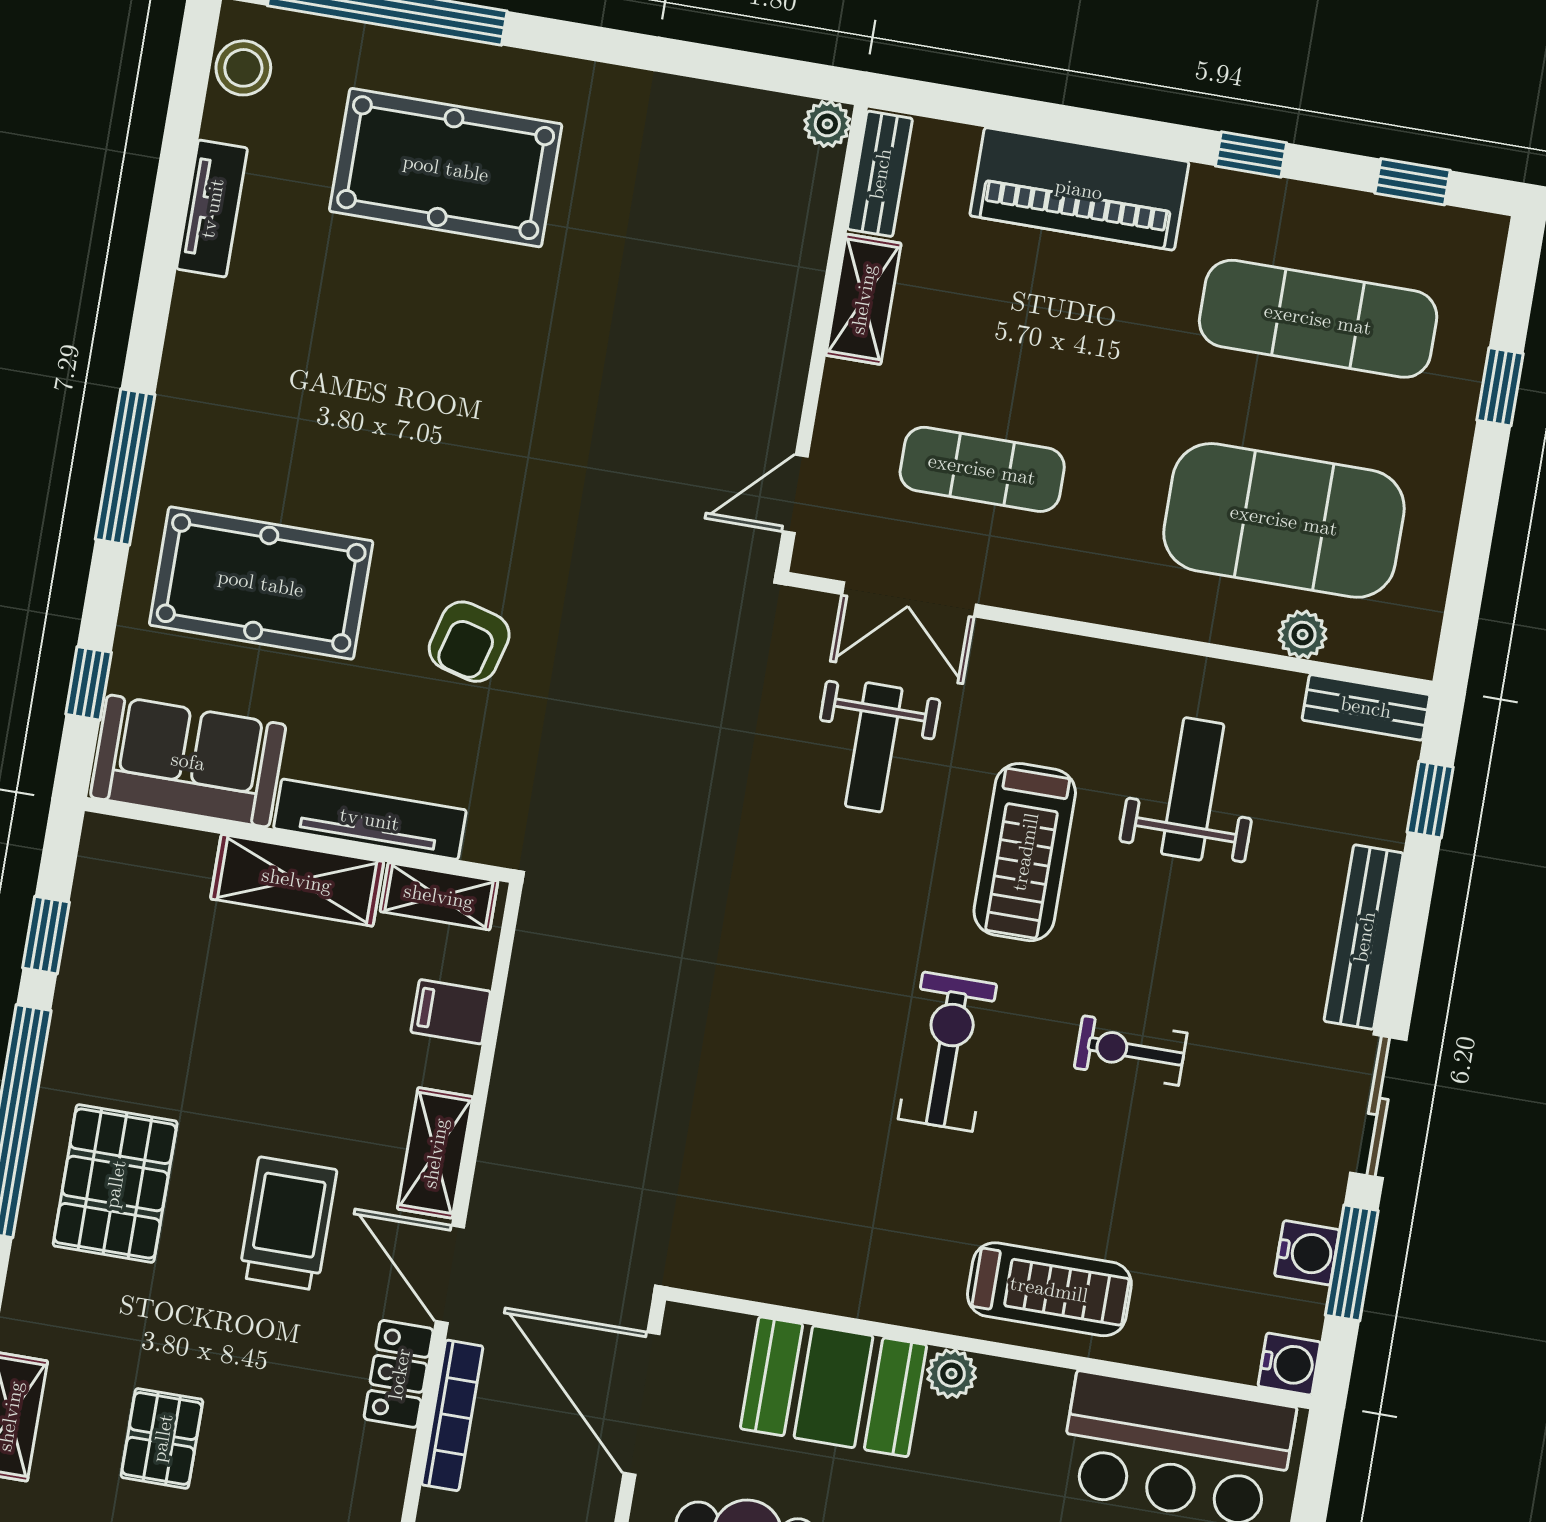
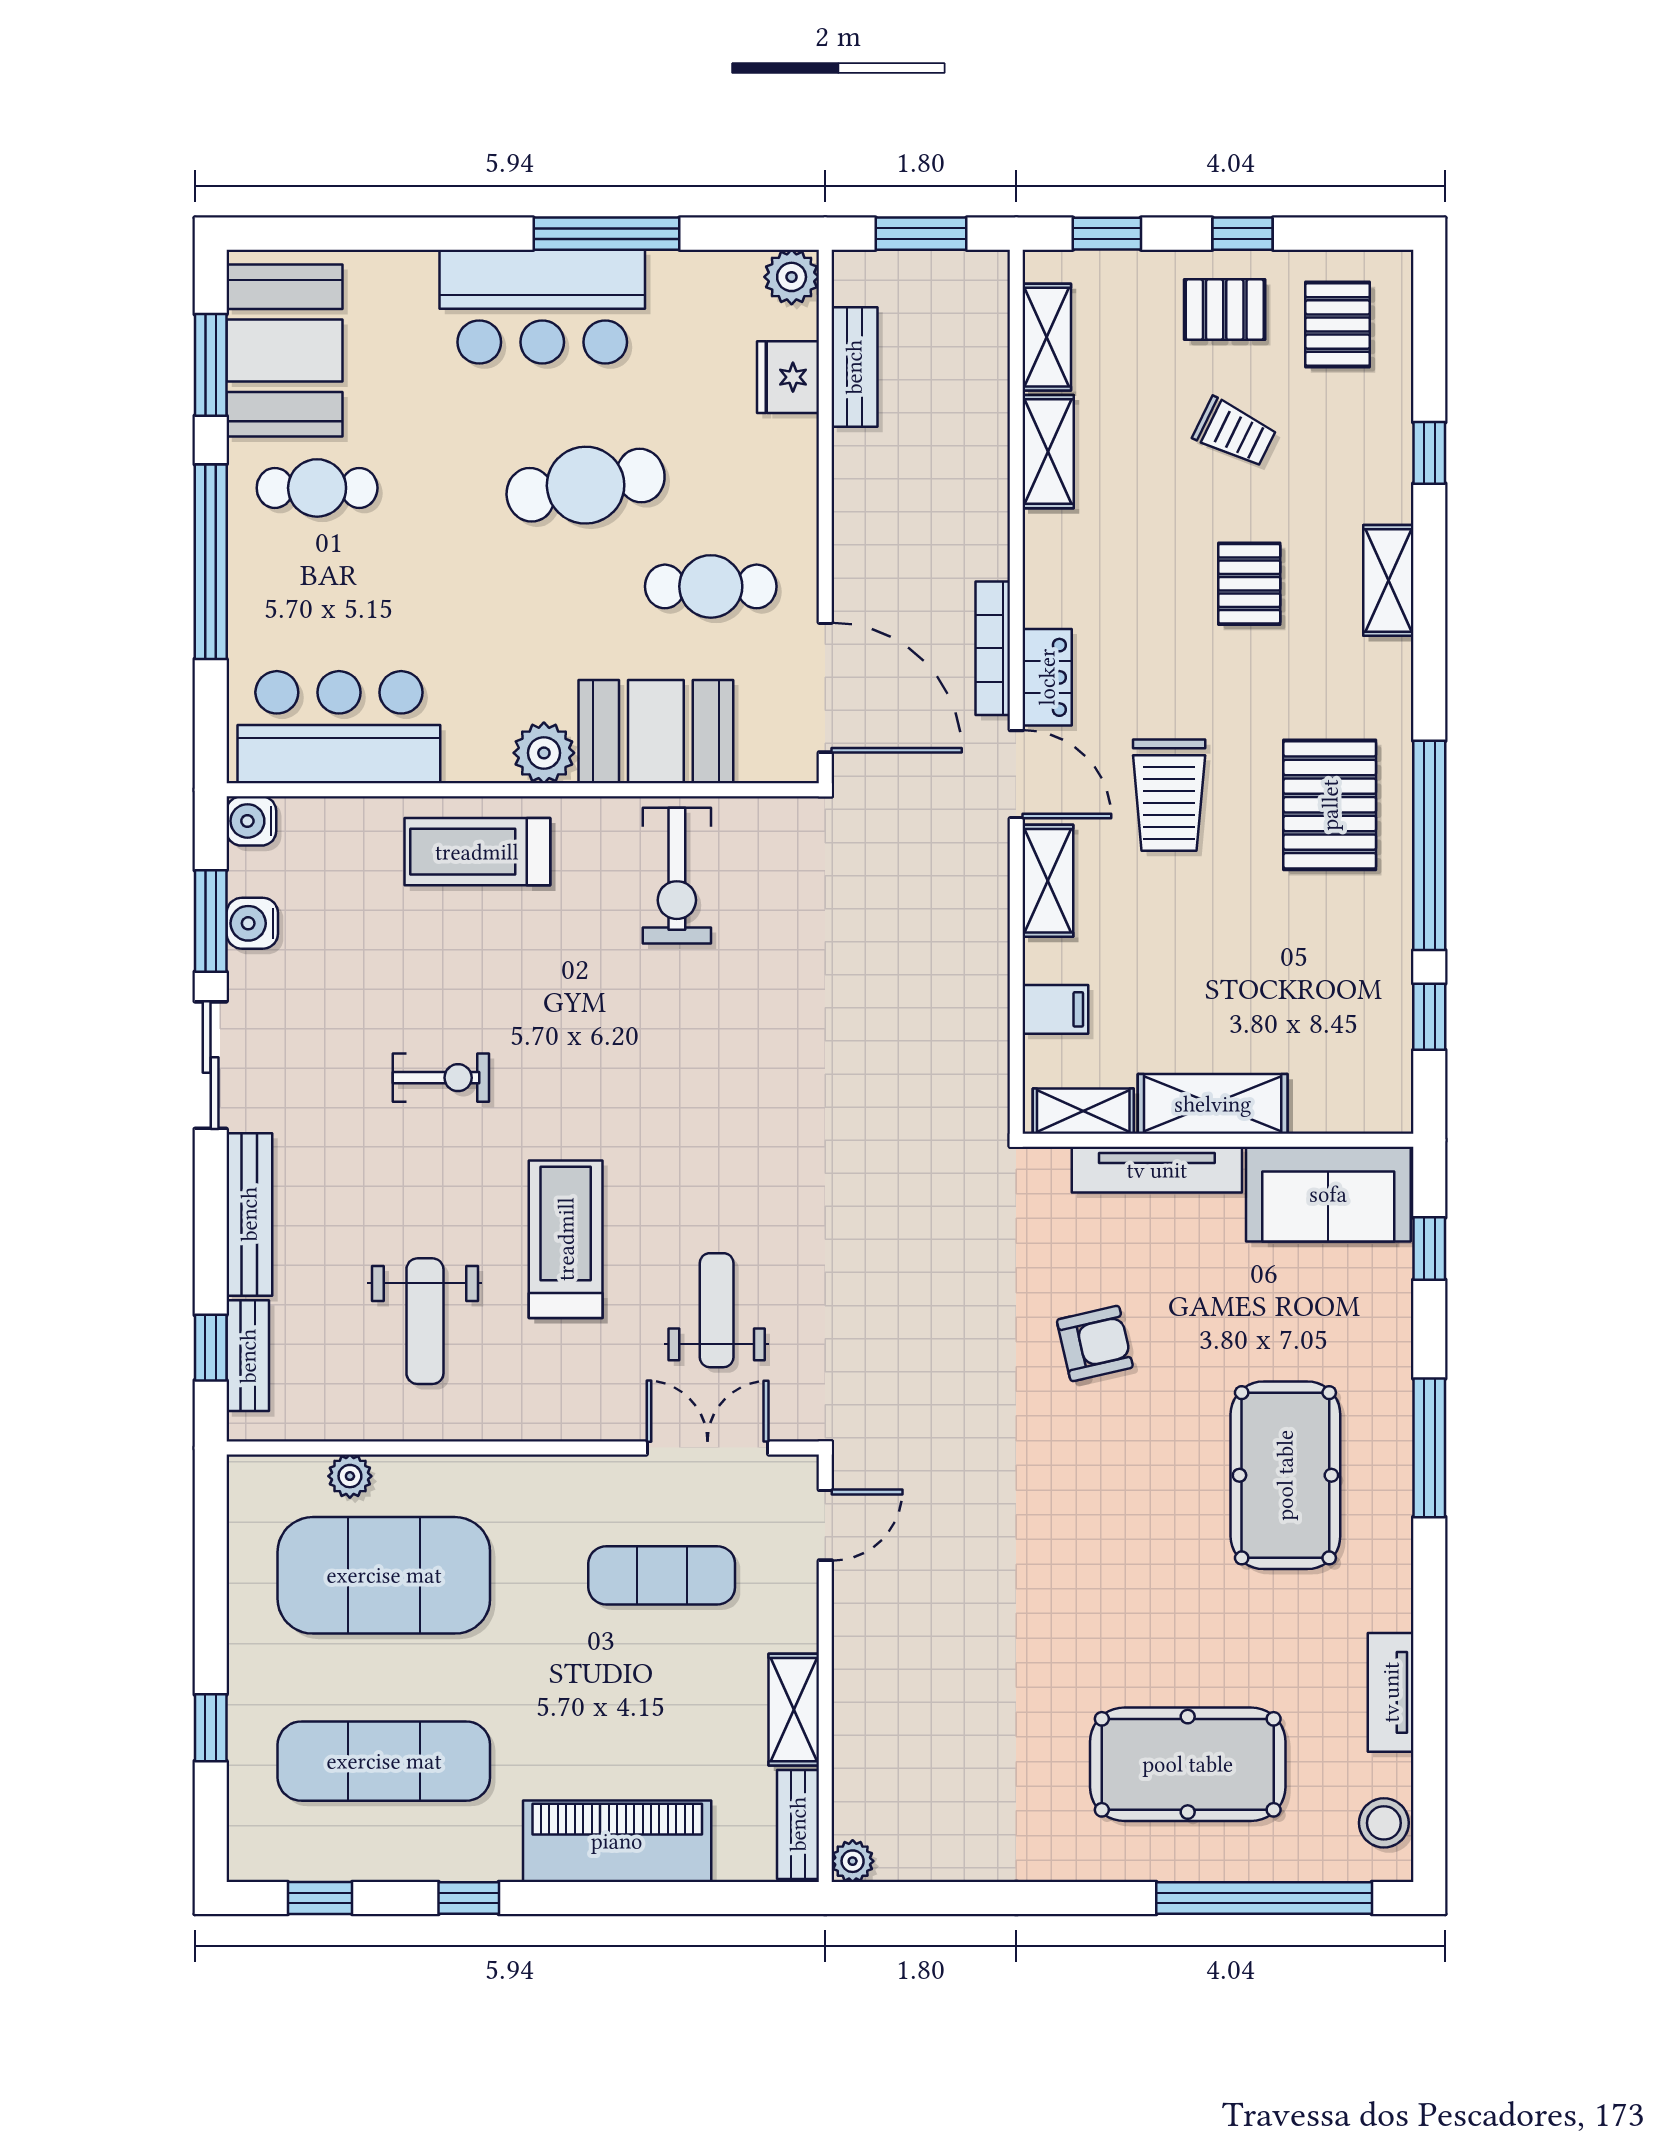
pool table: (261, 583) -> (1285, 1475), moved, turned 90
armchair: (469, 642) -> (1095, 1344), turned 62
bench: (1366, 707) -> (248, 1356), moved, turned 90
exercise bike: (948, 1052) -> (677, 876), moved
plant: (951, 1374) -> (544, 753), width x1.38, depth x1.38

